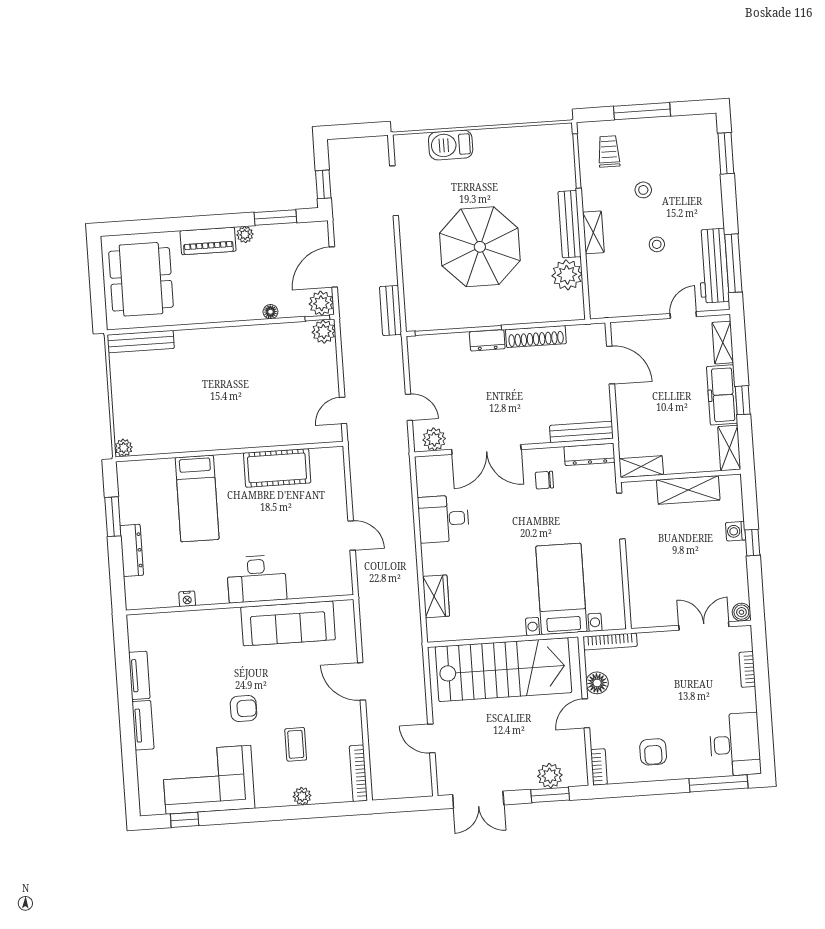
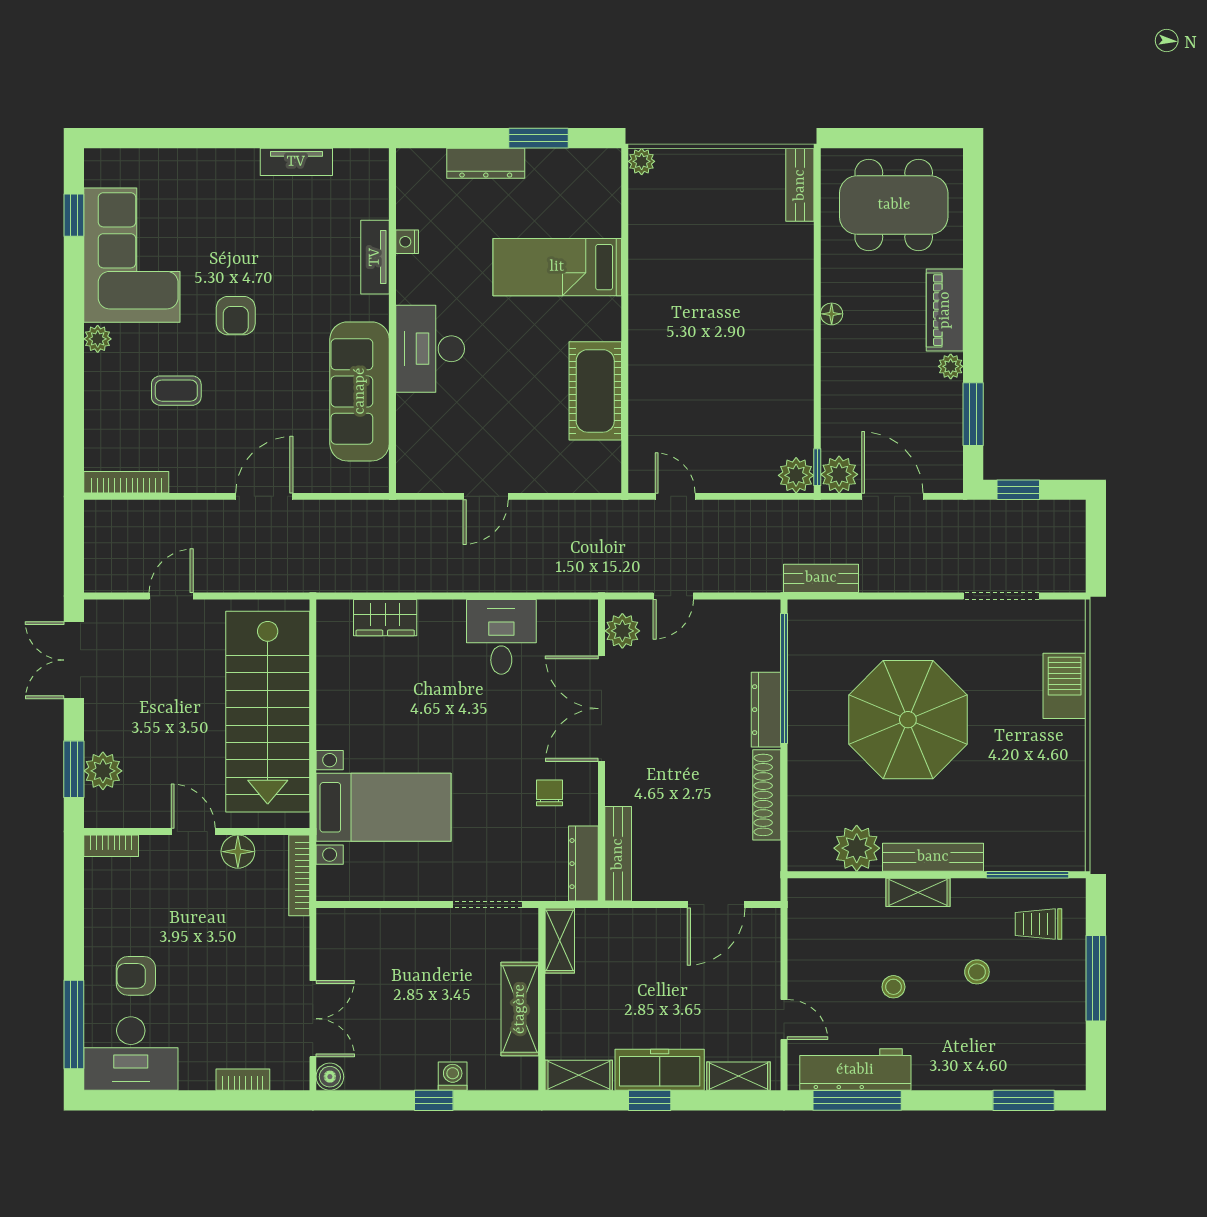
trolley: (609, 152) -> (1038, 924), turned 180
floor lamp: (270, 312) -> (832, 314), moved
dresser: (487, 340) -> (766, 710), width x1.44
bench: (141, 342) -> (800, 185), width x0.73
tv unit: (143, 725) -> (375, 257), moved, turned 90
armchair: (653, 752) -> (136, 976), moved
plant: (302, 796) -> (98, 339), moved

